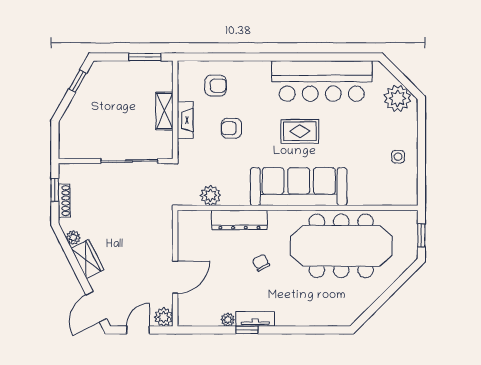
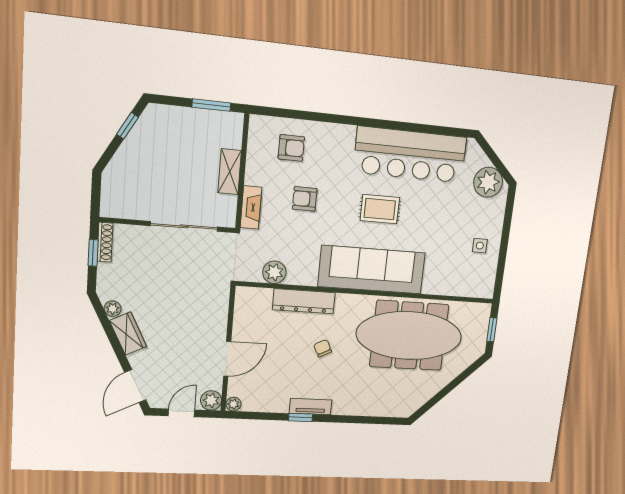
fireplace: (185, 120) -> (251, 207), moved
shoe rack: (64, 201) -> (105, 242), moved
plant: (228, 320) -> (233, 404), moved

